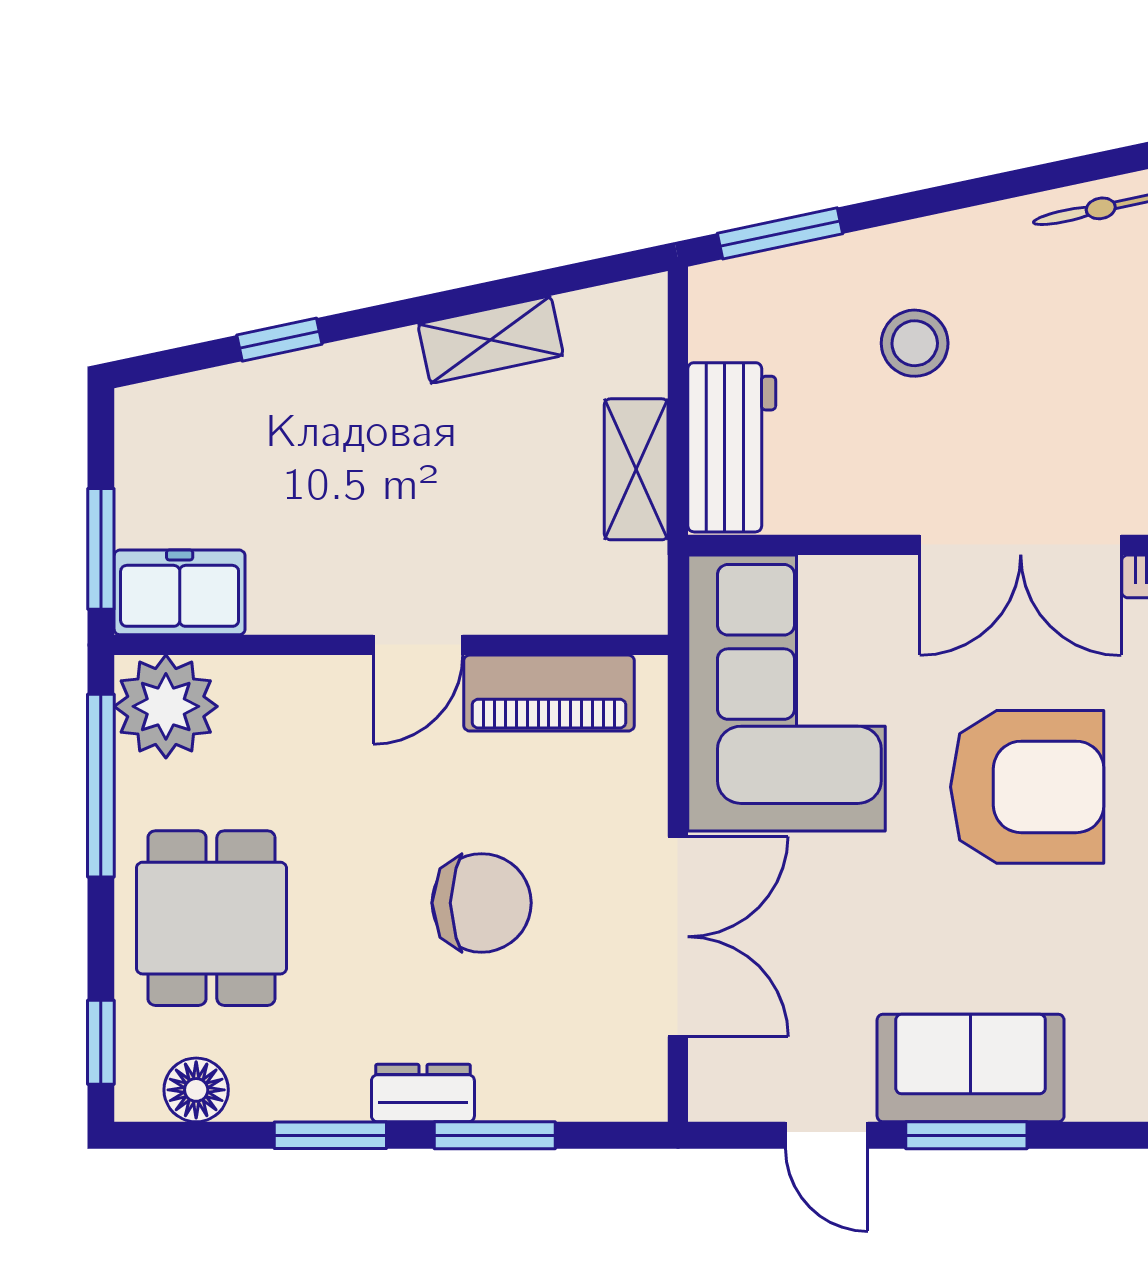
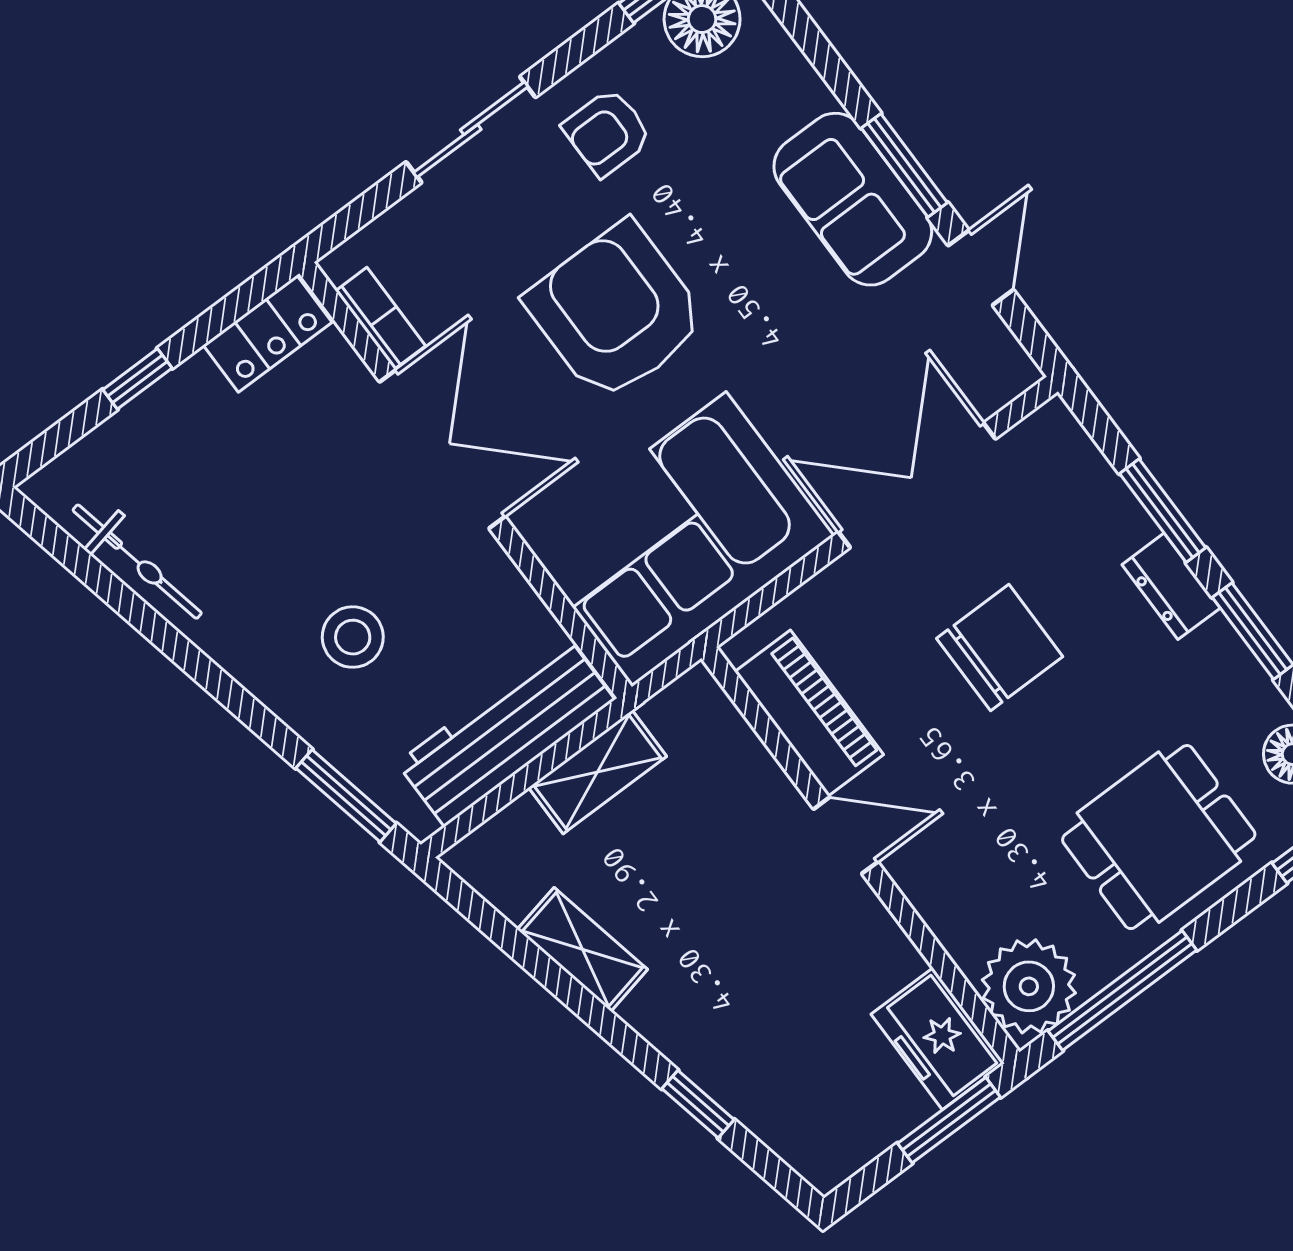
workbench: (732, 447) -> (506, 731), width x1.37
chair: (482, 903) -> (1000, 647), turned 90

